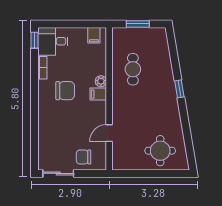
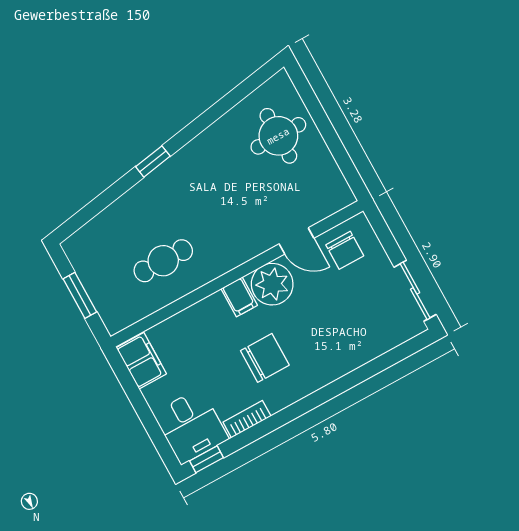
filing cabinet: (94, 35) -> (141, 361), width x2.00
plant: (101, 81) -> (272, 284), moved, width x1.88, depth x1.88
chair: (65, 91) -> (265, 358), turned 90
chair: (84, 157) -> (345, 250), moved

